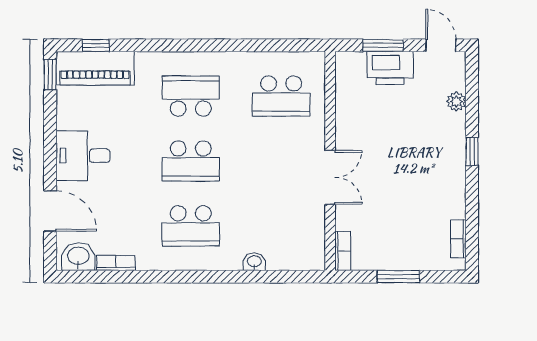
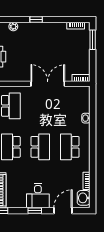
window: (50, 149) -> (35, 211), added
double door: (330, 177) -> (48, 84), width x1.37
school desk: (191, 226) -> (70, 147), turned 180
window: (398, 277) -> (93, 40), moved

